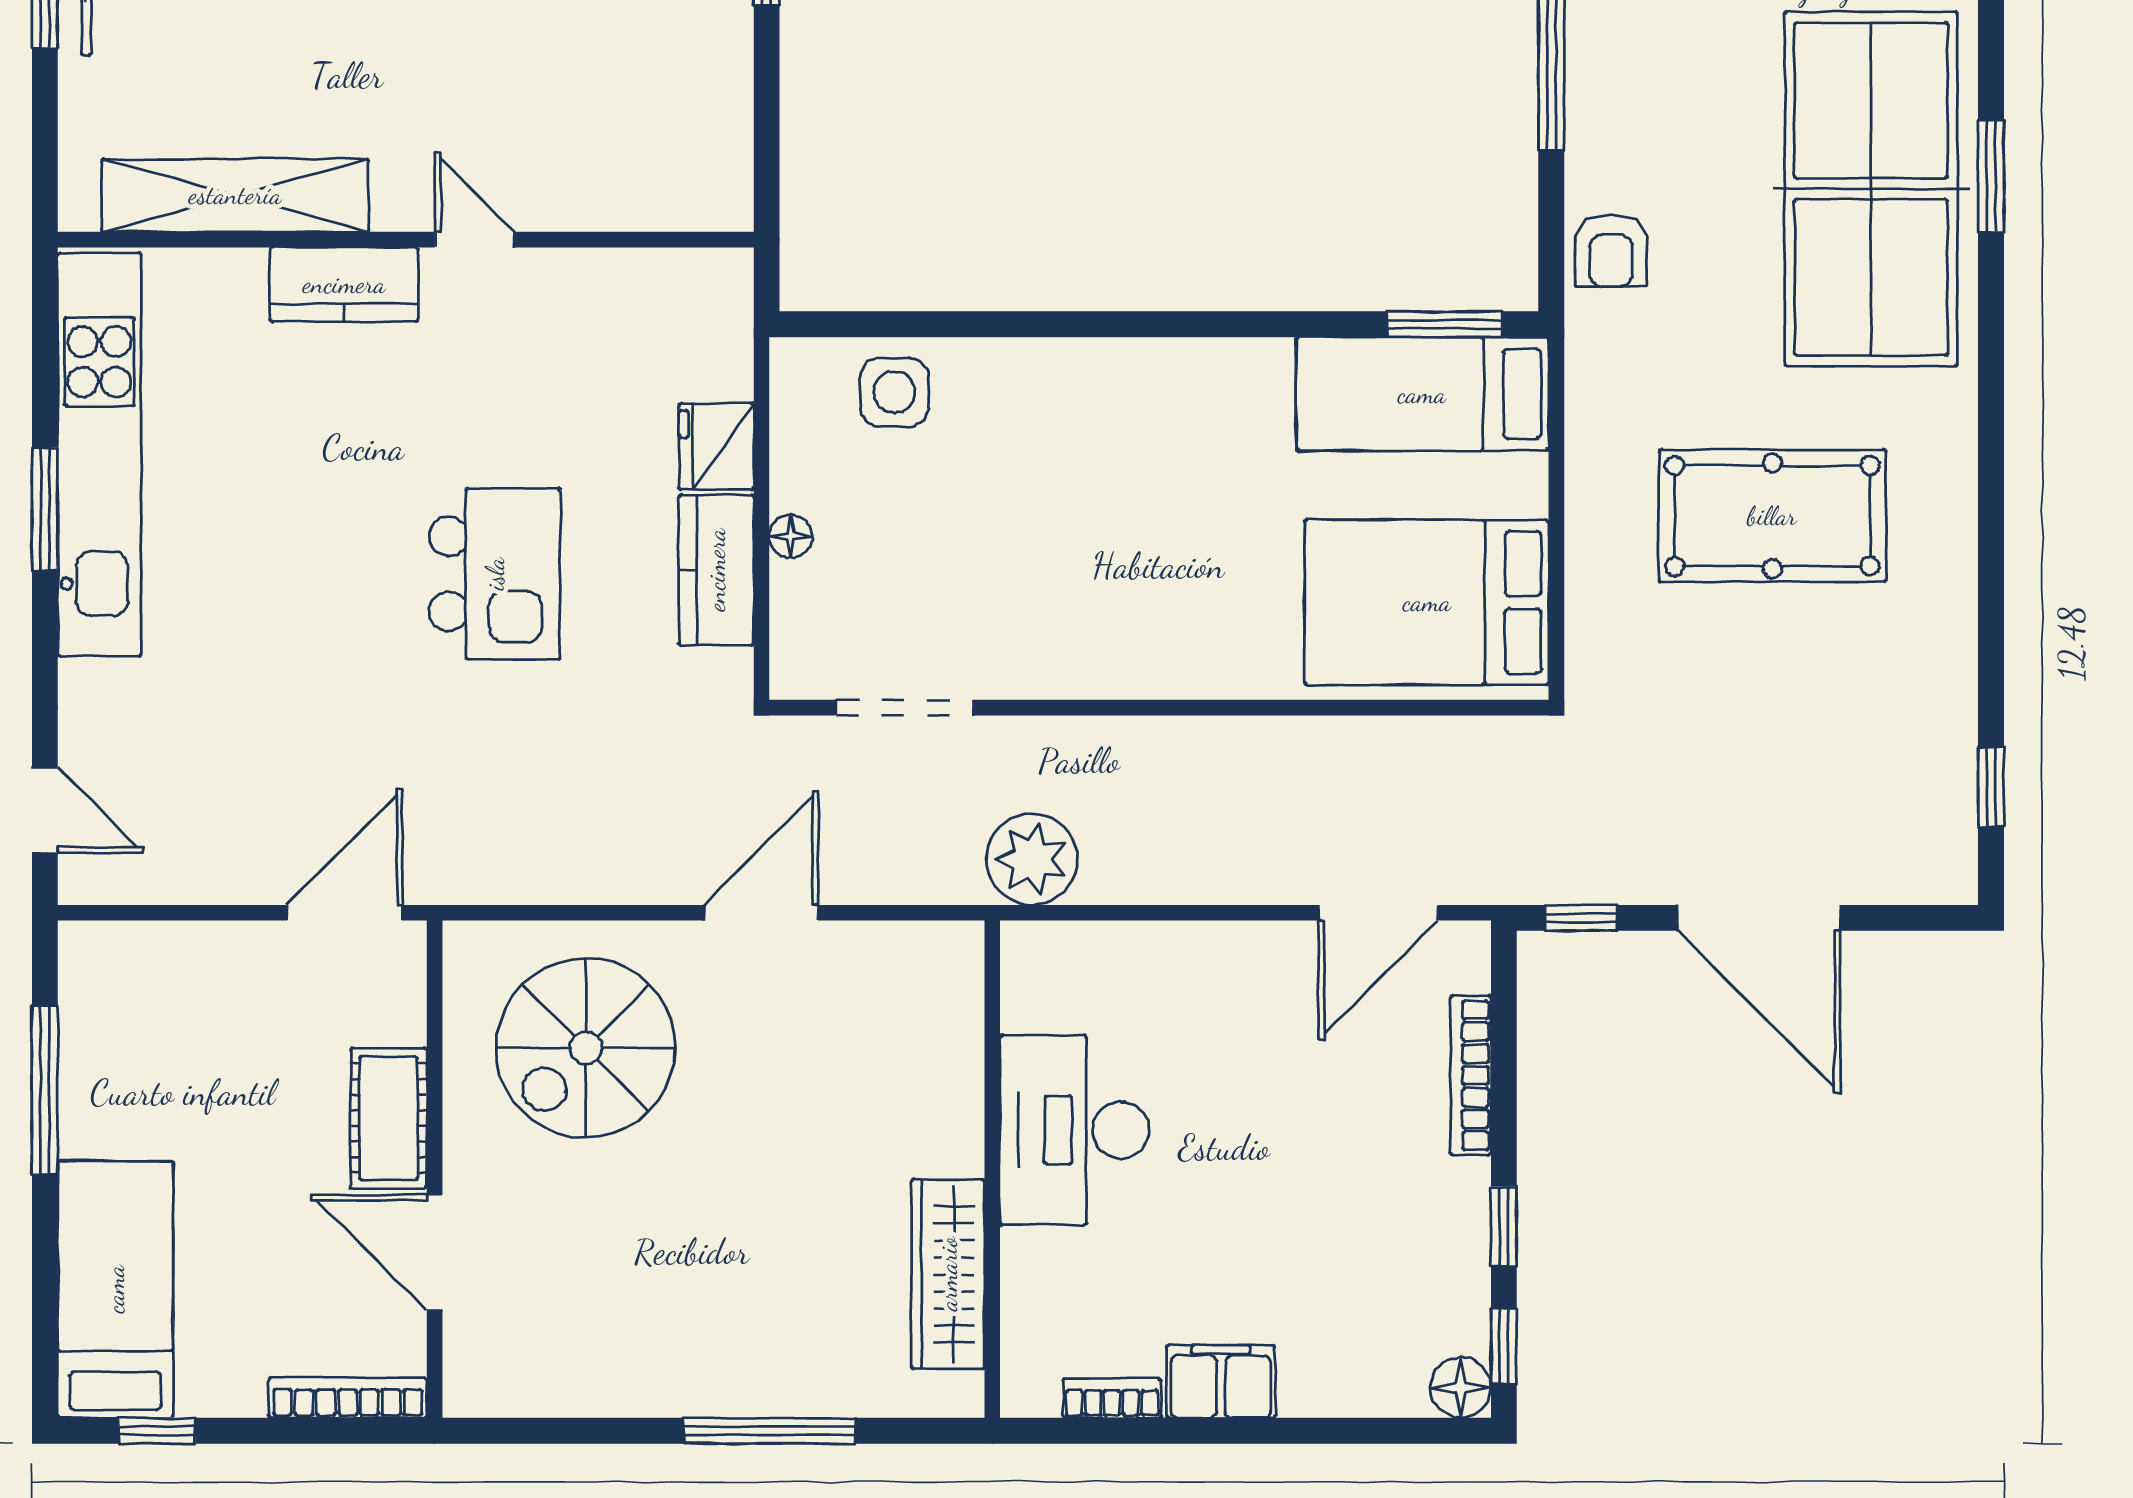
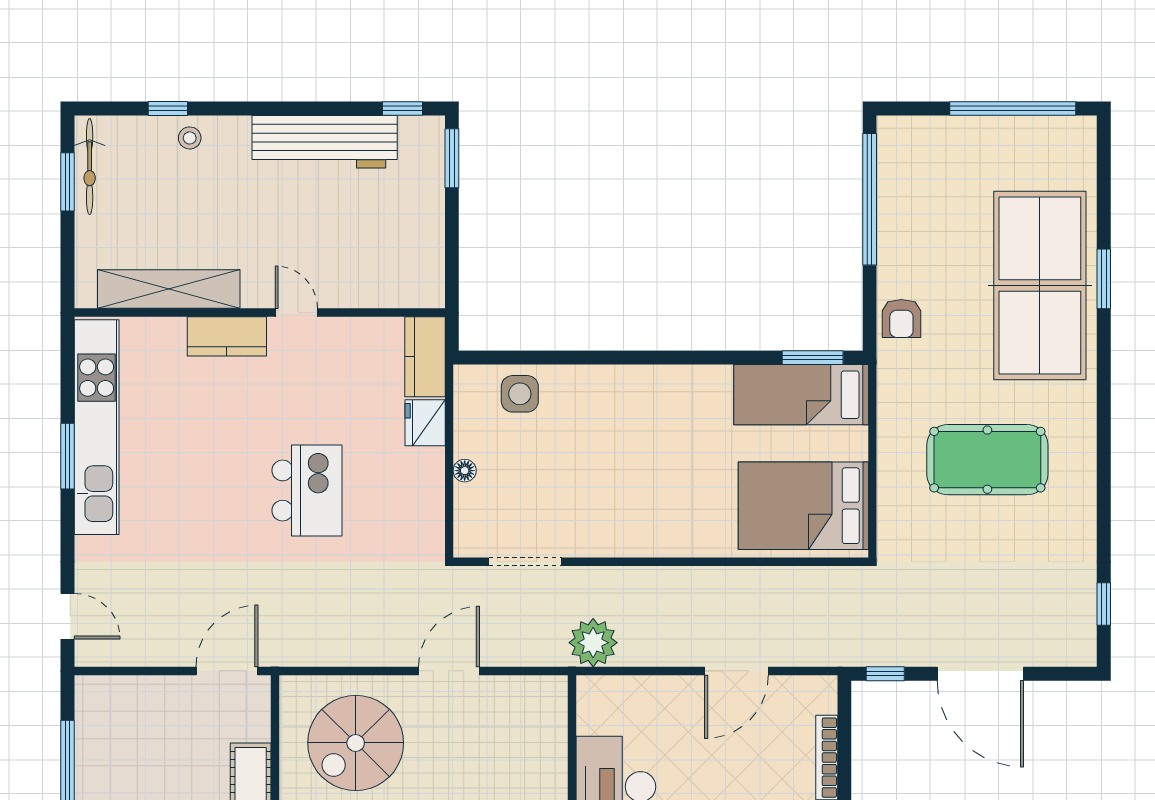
kitchen counter: (716, 570) -> (425, 357), moved
door: (1378, 913) -> (736, 671), moved

